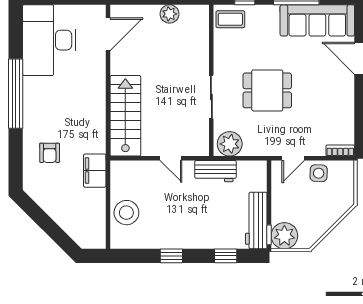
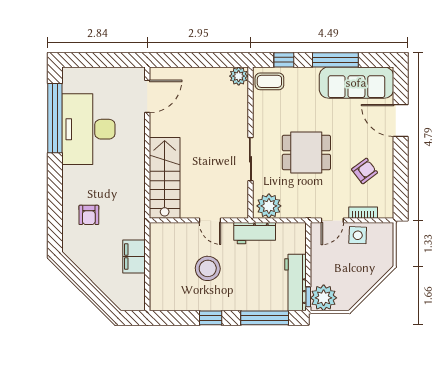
plant: (170, 14) -> (239, 76), moved
desk: (49, 40) -> (88, 129), moved
window: (16, 94) -> (55, 118), moved
armchair: (325, 109) -> (365, 171), added
bookcase: (340, 151) -> (363, 213), moved
filing cabinet: (95, 171) -> (134, 256), moved
stool: (126, 213) -> (208, 268), moved
window: (226, 256) -> (265, 318), width x2.17

